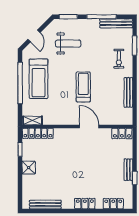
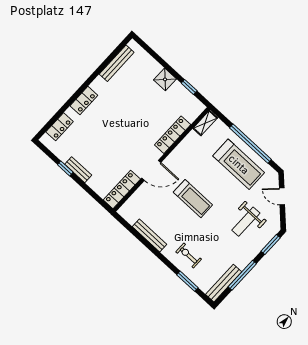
treadmill: (39, 79) -> (239, 164), turned 180
locker: (38, 133) -> (173, 135), moved
locker: (122, 133) -> (122, 189), width x1.53

